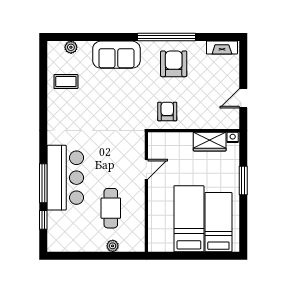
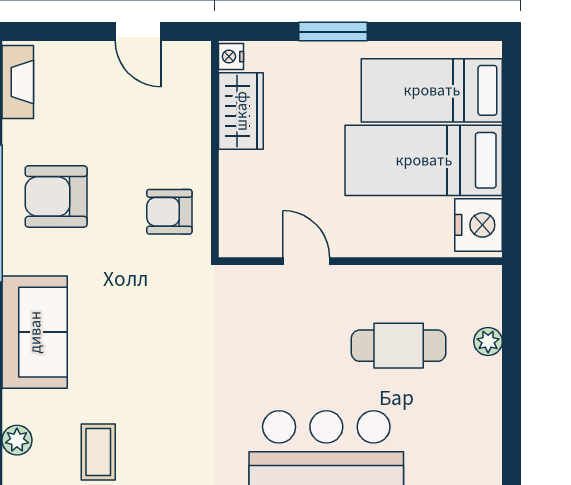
nightstand: (162, 242) -> (479, 225), added

